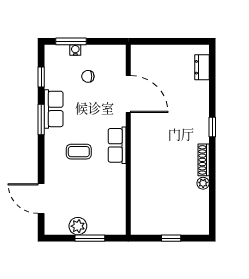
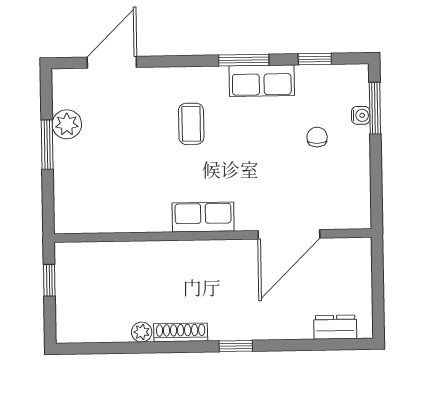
door: (128, 94) -> (289, 234), moved
wall: (128, 140) -> (213, 236), moved
row of seats: (117, 145) -> (203, 217), moved

